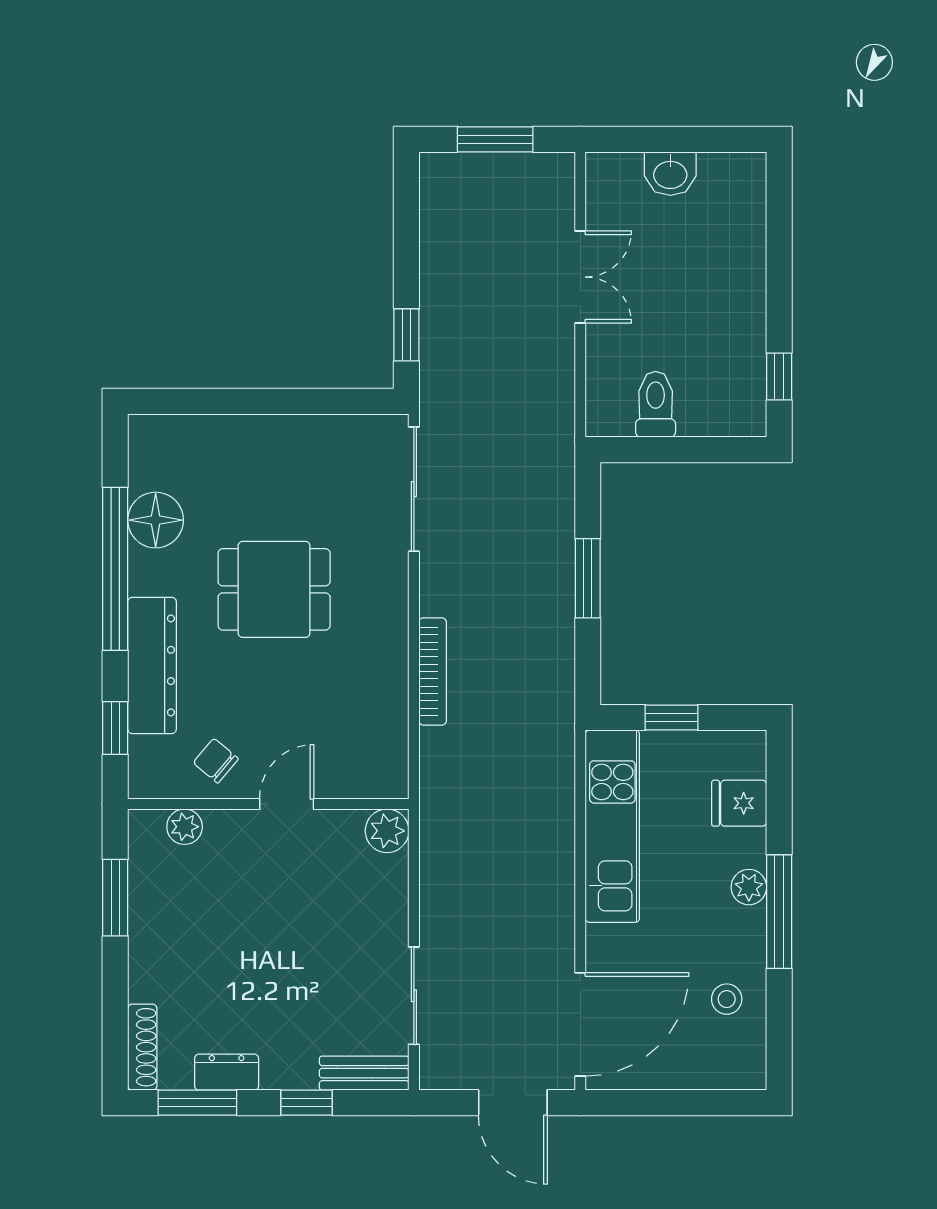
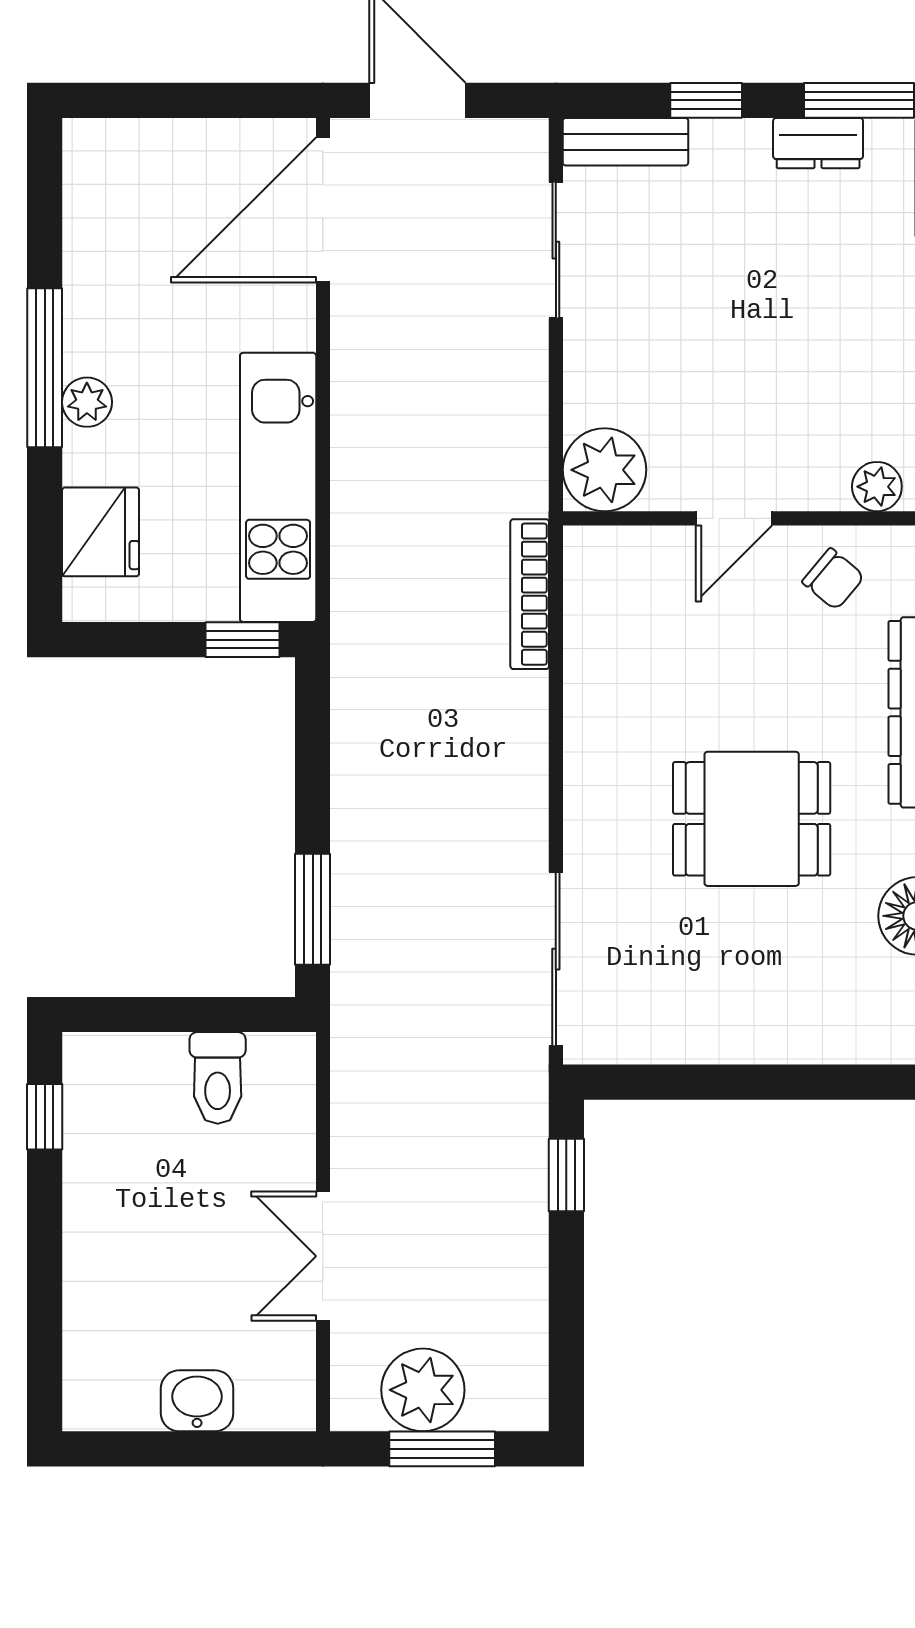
plant: (509, 181) -> (423, 1390), added
window: (588, 578) -> (313, 909), moved
bookcase: (433, 671) -> (530, 594), moved
window: (671, 717) -> (242, 640), moved
fridge: (739, 803) -> (101, 532), width x1.38
plant: (387, 831) -> (605, 470), width x1.36, depth x1.36
stool: (727, 999) -> (118, 245), removed

